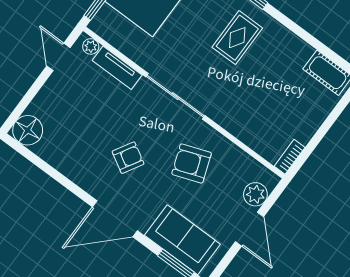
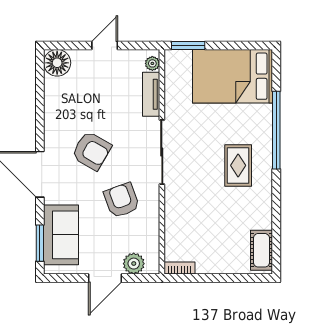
rug: (237, 38) -> (238, 165), turned 90
door: (58, 57) -> (105, 45), moved
armchair: (128, 158) -> (91, 151), width x1.38, depth x1.38

